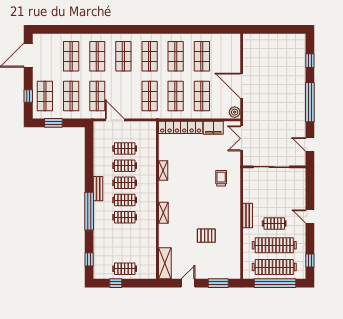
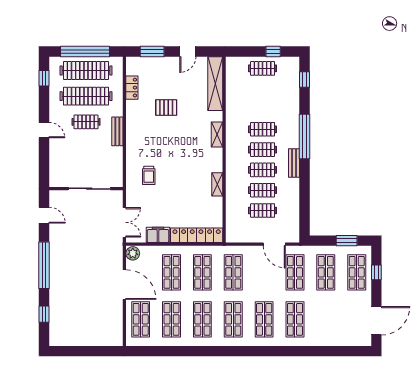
shop shelf: (71, 56) -> (141, 319), moved
locker: (235, 253) -> (132, 88), added
shelving: (165, 263) -> (215, 84), width x1.47

